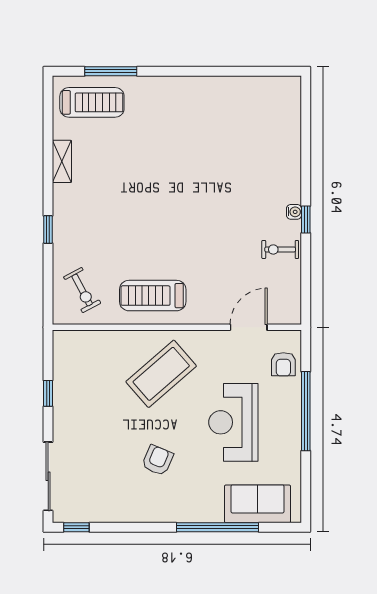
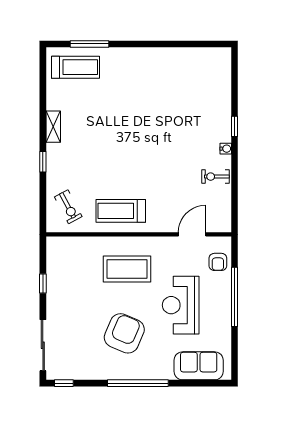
shelving: (62, 161) -> (53, 127), moved
window: (306, 220) -> (235, 126), moved
coffee table: (161, 374) -> (127, 269), turned 41
armchair: (157, 460) -> (124, 333), width x1.88, depth x1.88
window: (218, 527) -> (138, 383), moved

